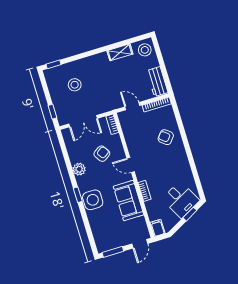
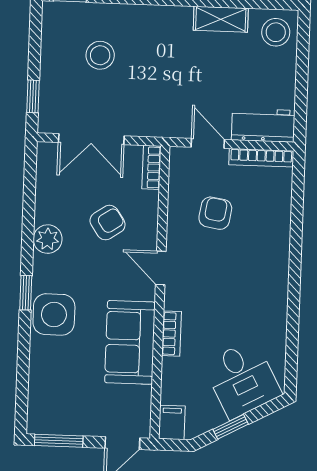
workbench: (157, 82) -> (263, 125), moved, turned 90
armchair: (166, 137) -> (215, 213), moved, turned 60
window: (190, 214) -> (231, 427), moved

